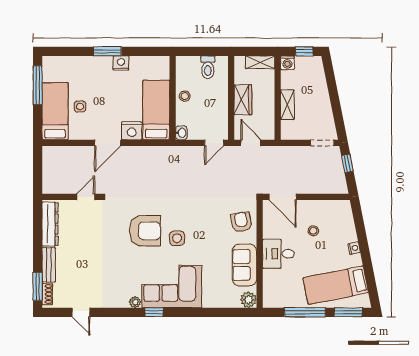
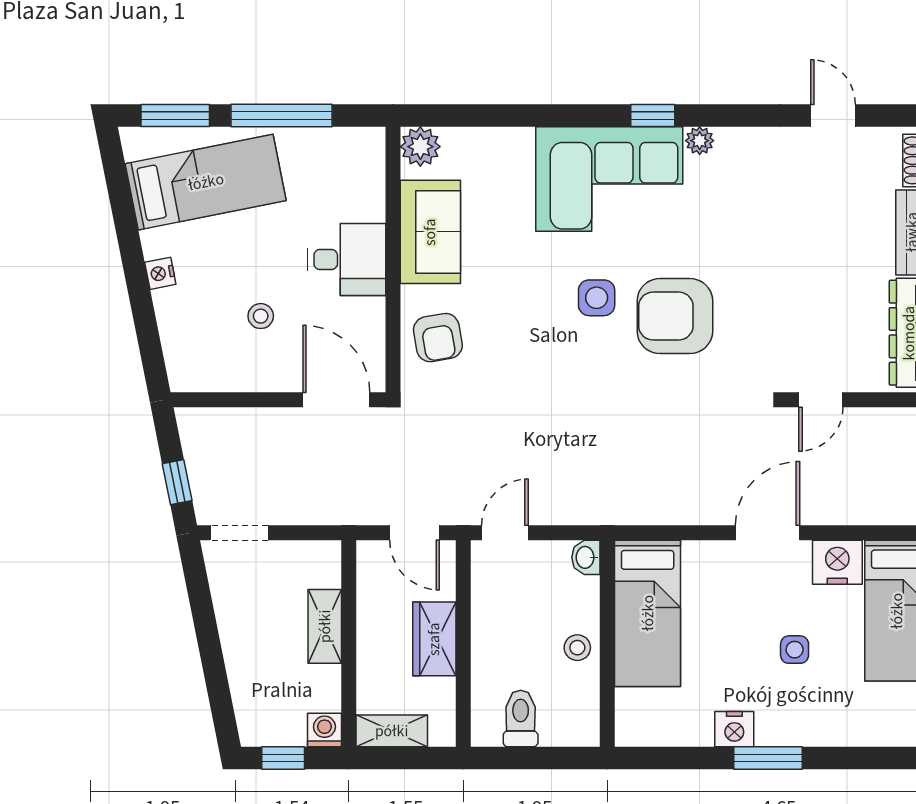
side table: (80, 106) -> (795, 650), moved
nightstand: (132, 131) -> (837, 562), moved

